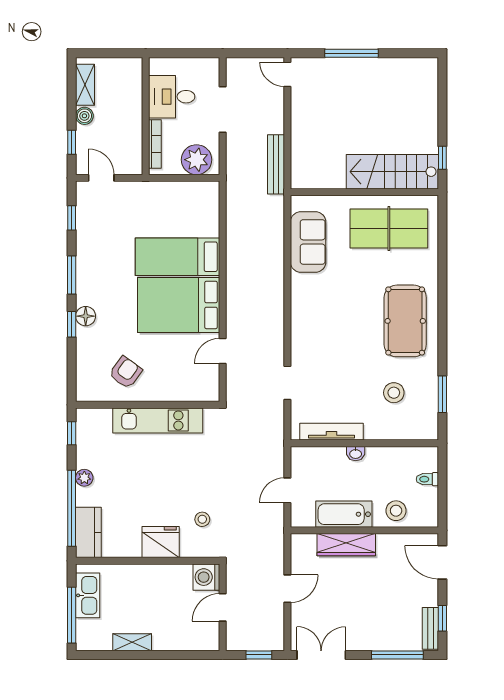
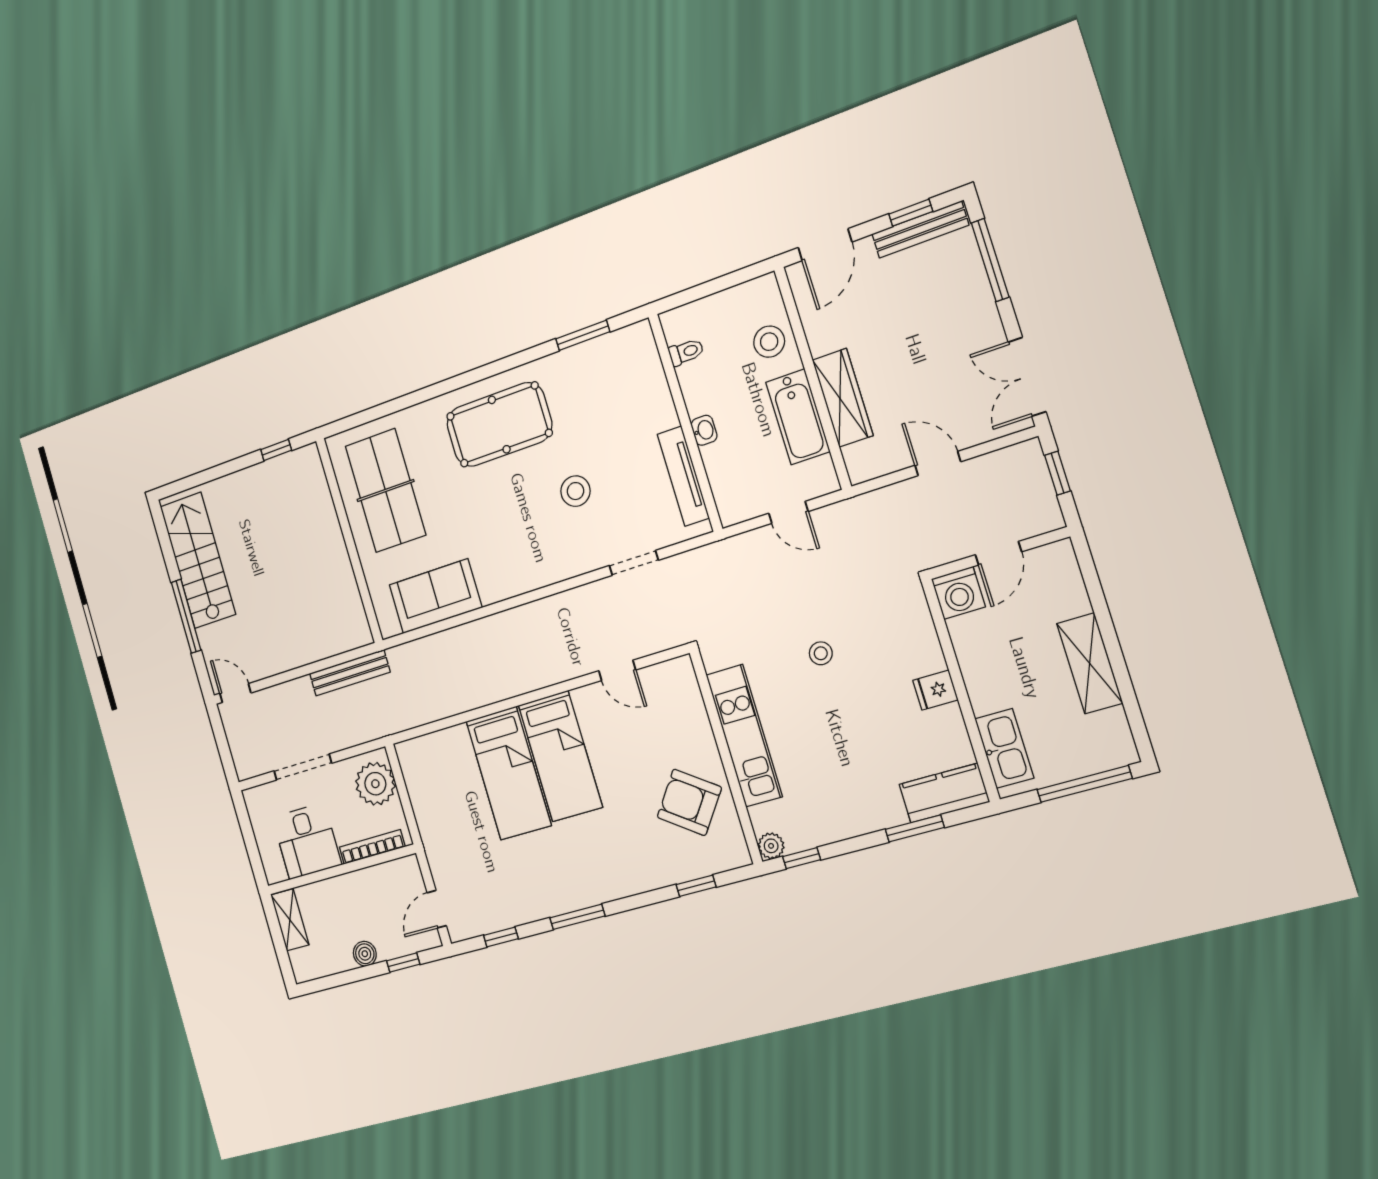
door: (287, 74) -> (235, 693), swing flipped
shelving: (85, 85) -> (290, 920), moved, turned 90
stairs: (392, 172) -> (198, 560), moved, turned 180
bed: (179, 305) -> (560, 756), width x0.67
floor lamp: (86, 316) -> (628, 882), removed
window: (72, 324) -> (696, 886), moved
armchair: (126, 372) -> (689, 802), width x1.38, depth x1.38
stool: (394, 393) -> (575, 491), moved
plant: (84, 478) -> (771, 846), moved
toilet: (427, 479) -> (686, 352), moved, turned -90
window: (72, 508) -> (915, 828), width x0.47
stool: (202, 519) -> (821, 653), moved
fridge: (161, 542) -> (935, 690), width x0.53, depth x0.75
kitchen sink: (88, 595) -> (1004, 748), moved, turned 90
door: (223, 607) -> (998, 553), hinge flipped
bench: (430, 628) -> (920, 230), width x1.36
shelving: (132, 642) -> (1090, 663), width x1.50, depth x1.33

